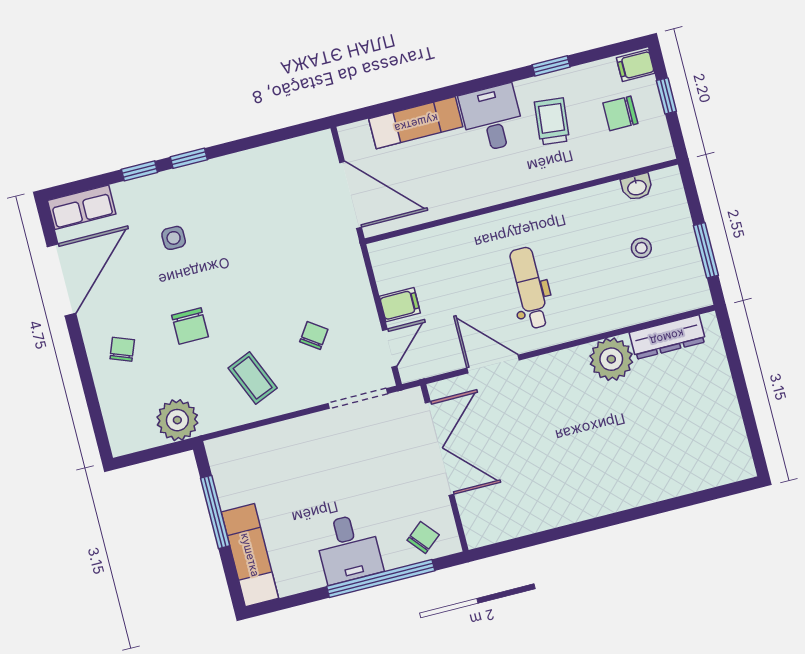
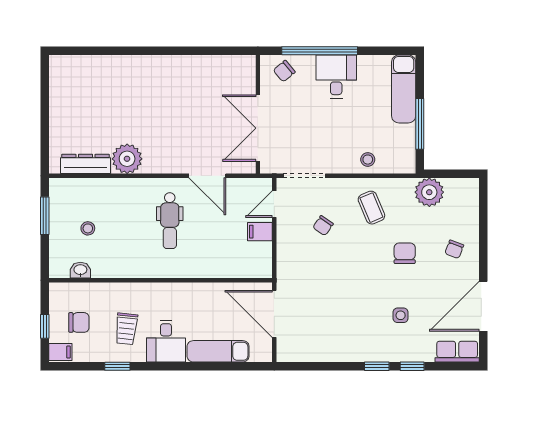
stool: (275, 444) -> (368, 160), added

